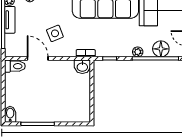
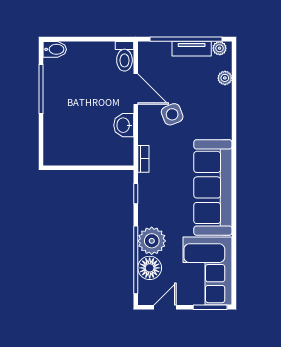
plant: (138, 52) -> (152, 241), width x1.87, depth x1.87
door: (38, 58) -> (136, 89), hinge flipped
washbasin: (82, 67) -> (124, 125), moved

